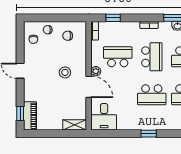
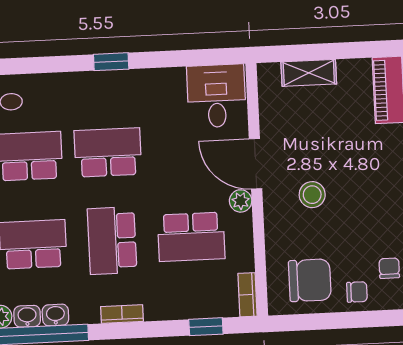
chair: (68, 36) -> (310, 280), width x1.87, depth x1.87
shelving: (75, 125) -> (309, 73), moved

